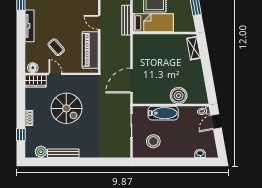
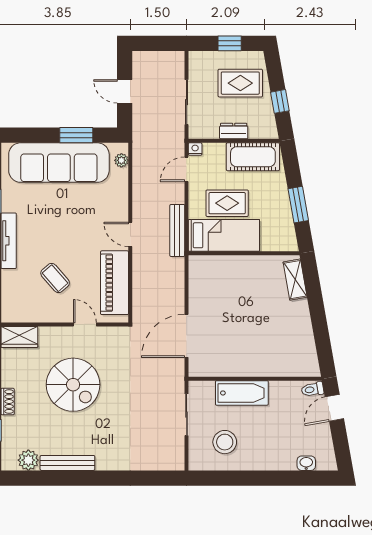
floor lamp: (33, 68) -> (14, 314), removed
door: (55, 74) -> (85, 324), moved
boiler: (179, 96) -> (269, 362), removed

